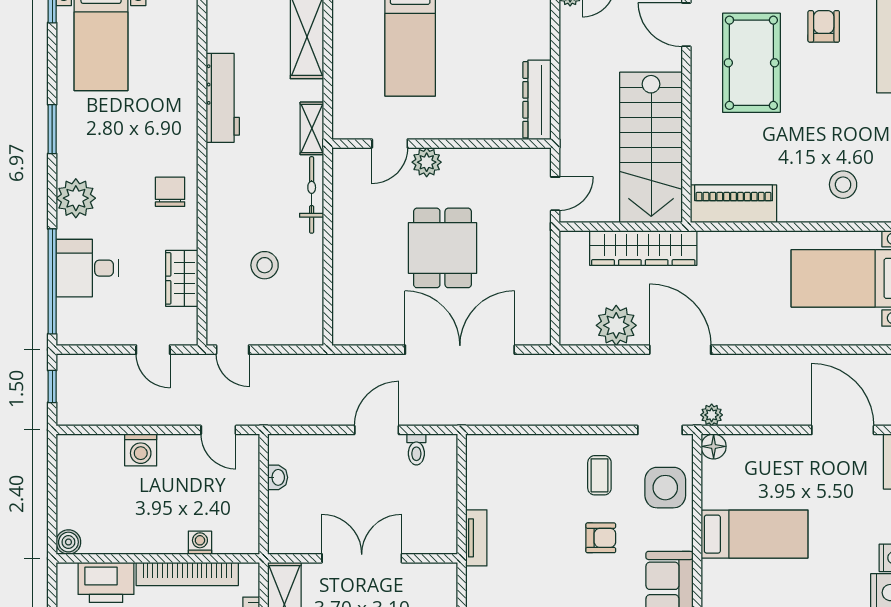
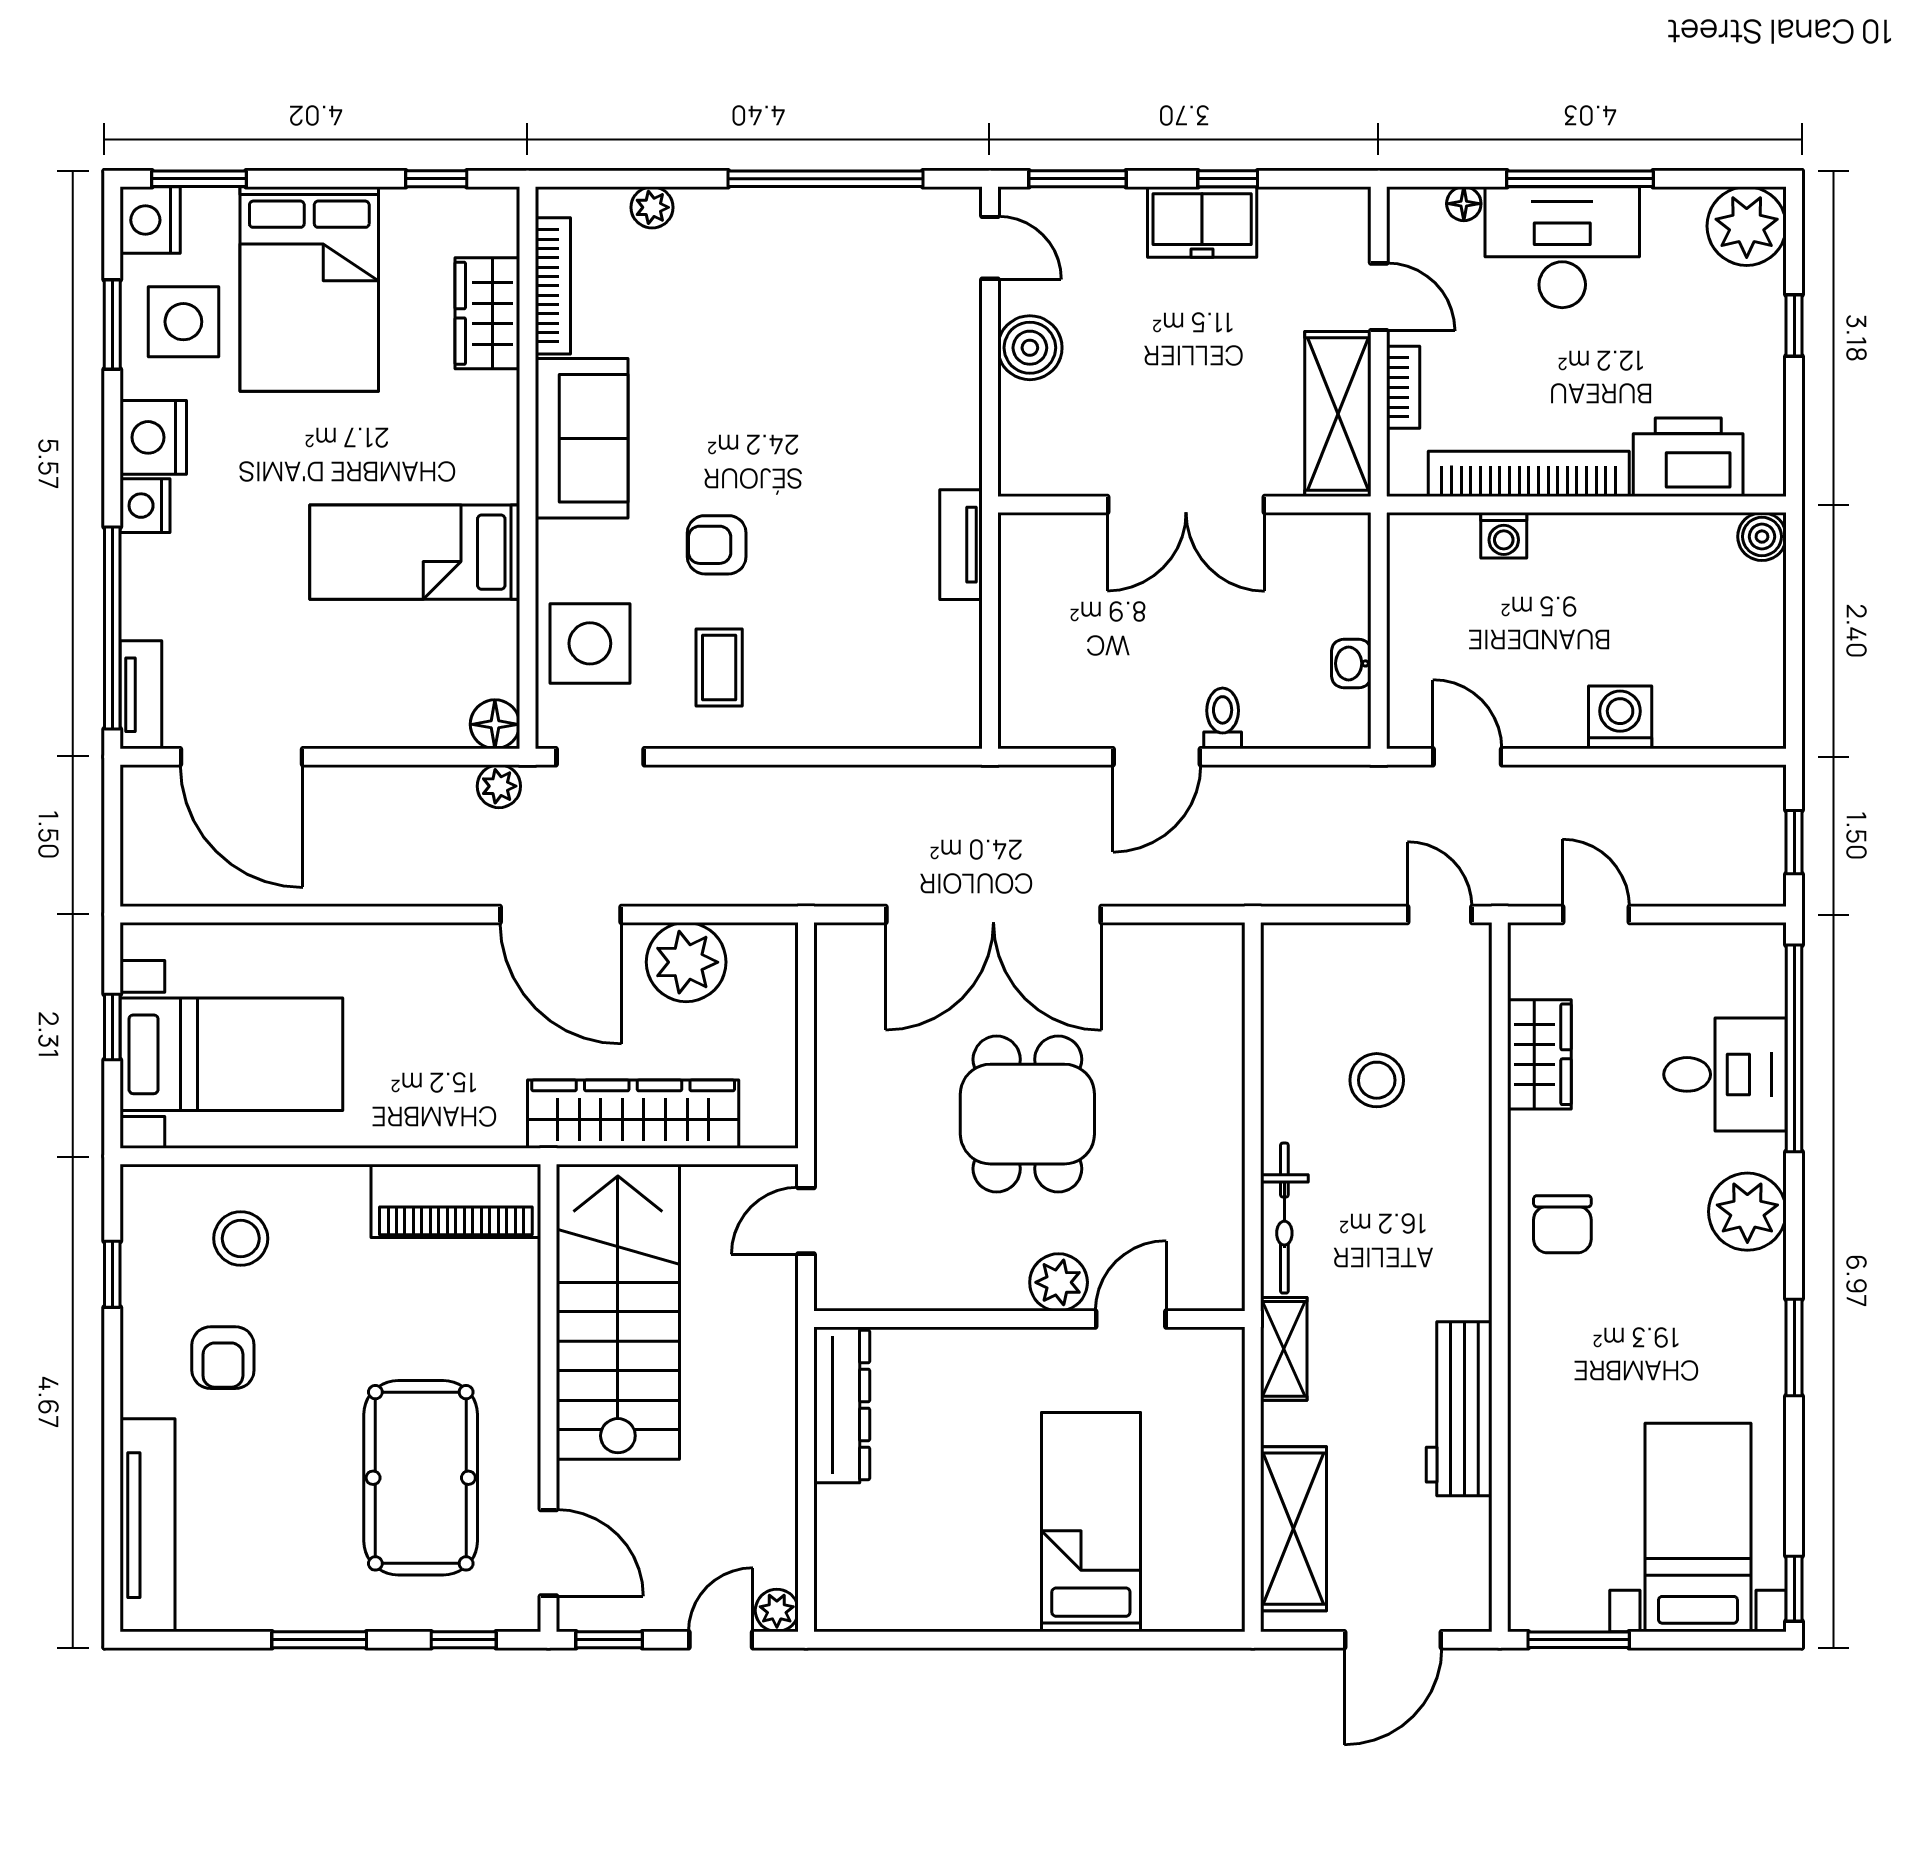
armchair: (824, 26) -> (223, 1358), moved
toilet: (416, 449) -> (1223, 718), moved

